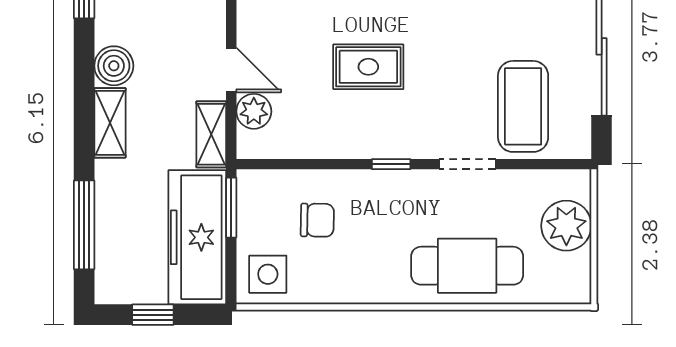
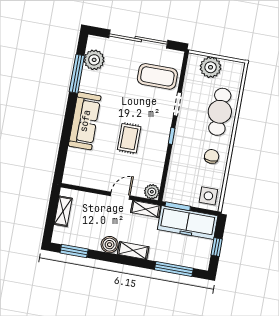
plant: (254, 111) -> (152, 192), moved
chair: (317, 220) -> (212, 156), moved

